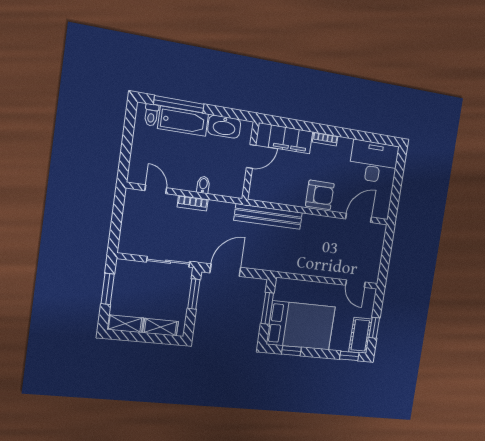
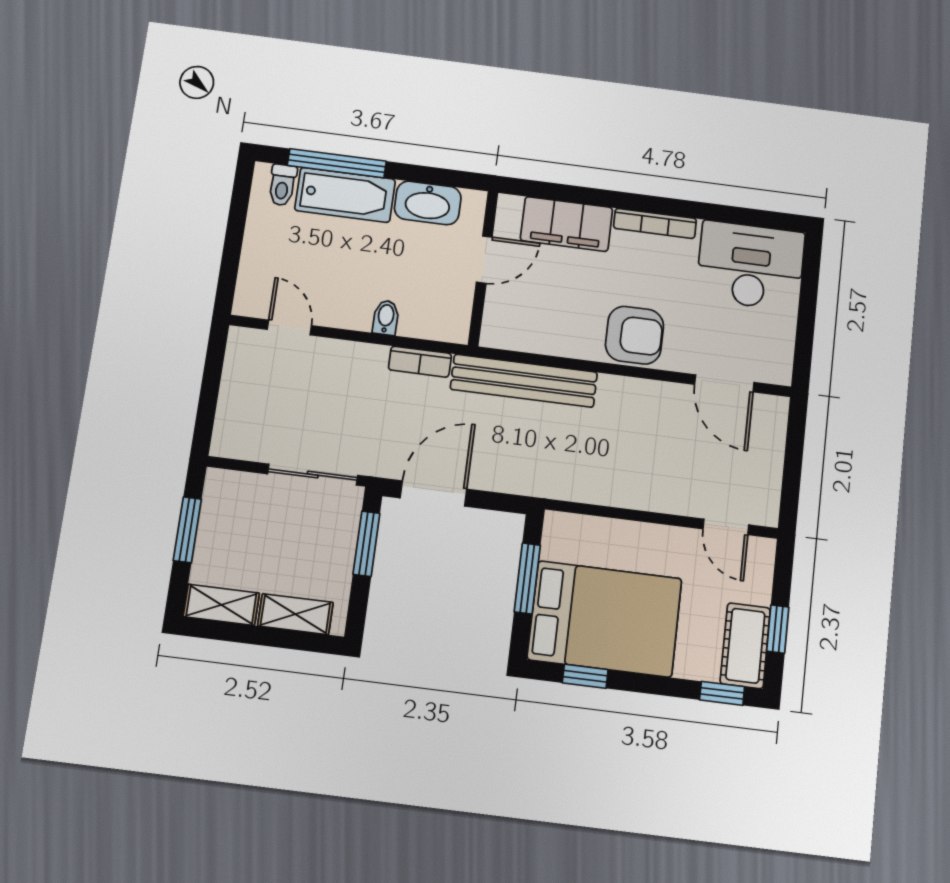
bookcase: (325, 139) -> (655, 223), width x1.56
bookcase: (193, 203) -> (420, 362), moved
door: (359, 218) -> (724, 383), swing flipped

